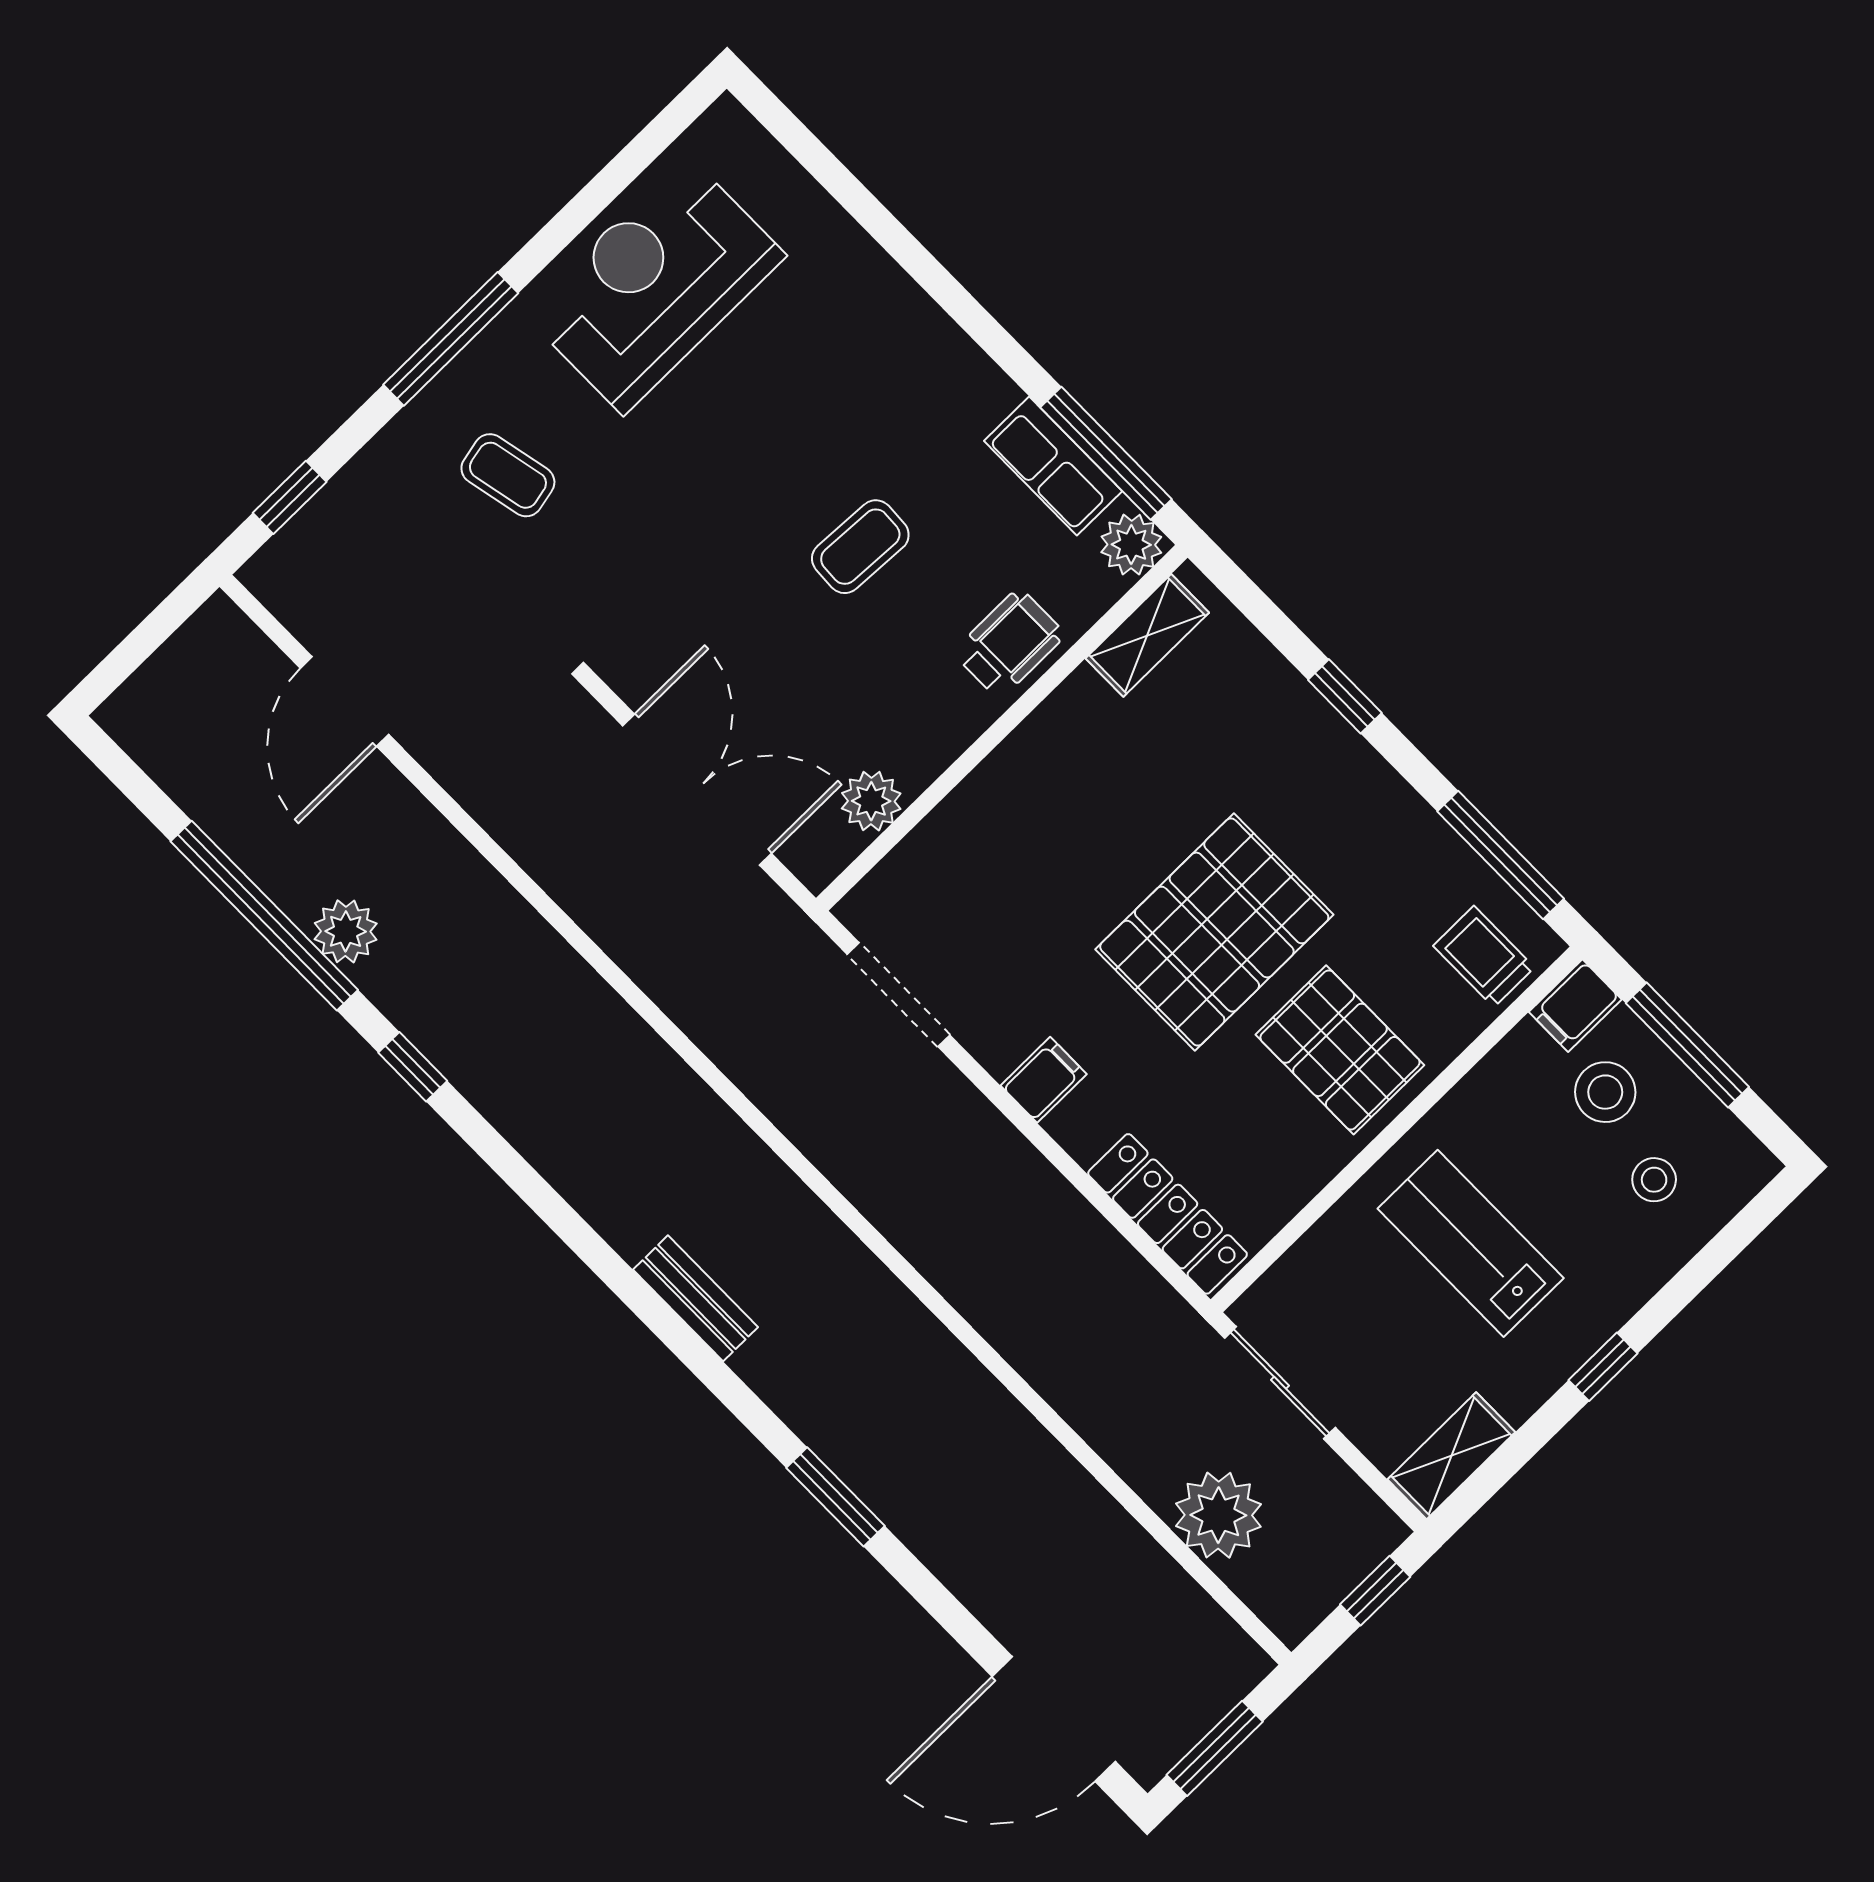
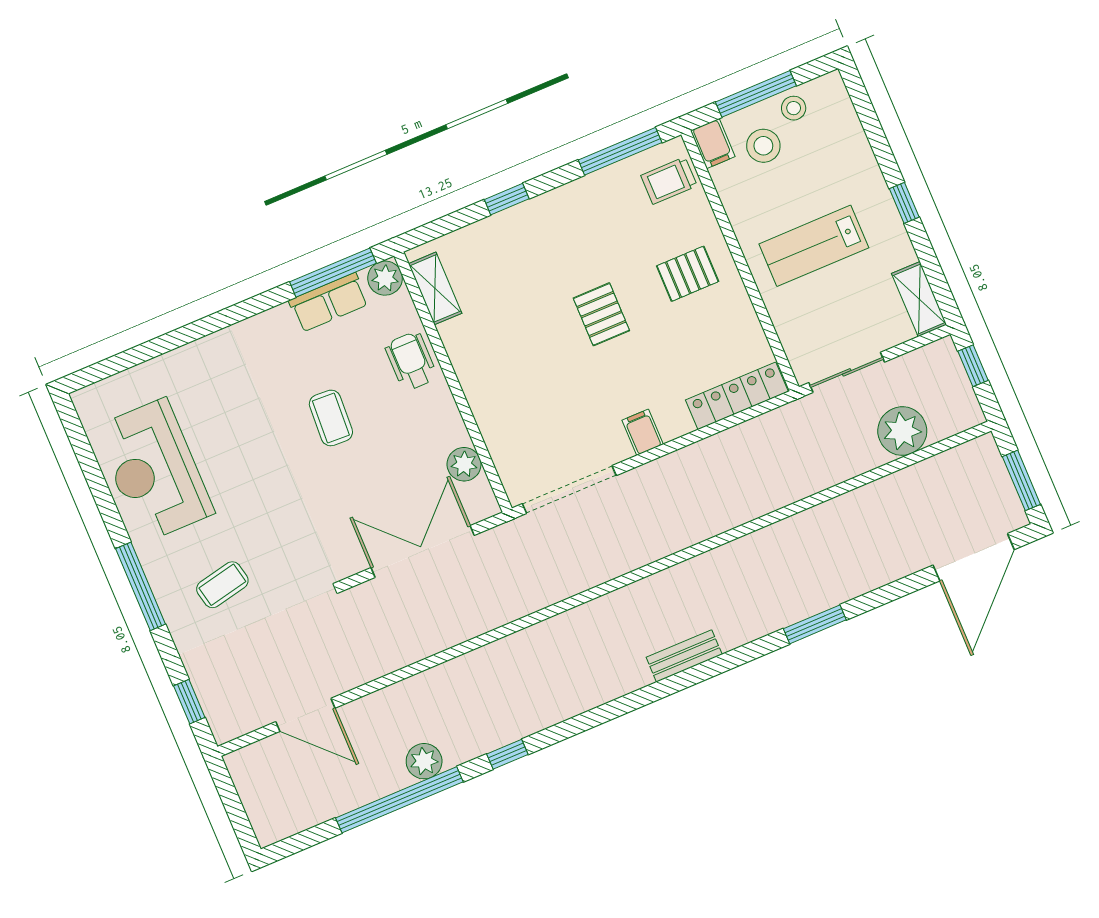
pallet: (1214, 932) -> (601, 314), width x0.49, depth x0.50
doorway: (899, 995) -> (569, 490), width x1.36
pallet: (1340, 1050) -> (688, 274), width x0.67, depth x0.71
stool: (1654, 1180) -> (794, 108), moved

